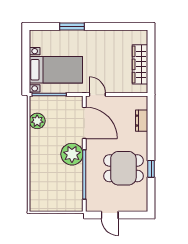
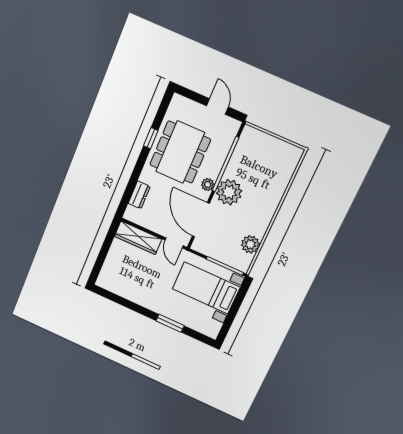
wardrobe: (140, 64) -> (138, 238), moved, turned 90
plant: (91, 153) -> (208, 185), added
dining table: (123, 168) -> (180, 152), width x1.38

